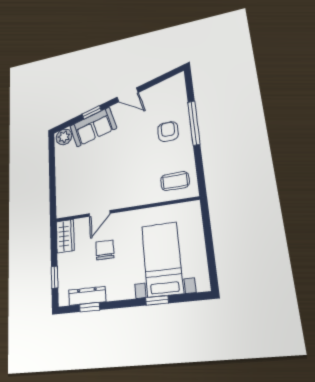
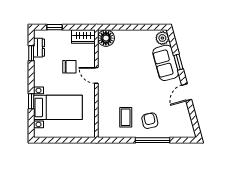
armchair: (168, 132) -> (150, 121), turned -102
coffee table: (175, 181) -> (126, 117), moved
floor lamp: (66, 206) -> (106, 38), added
door: (100, 213) -> (96, 75), moved
dresser: (87, 296) -> (39, 48), width x0.70

